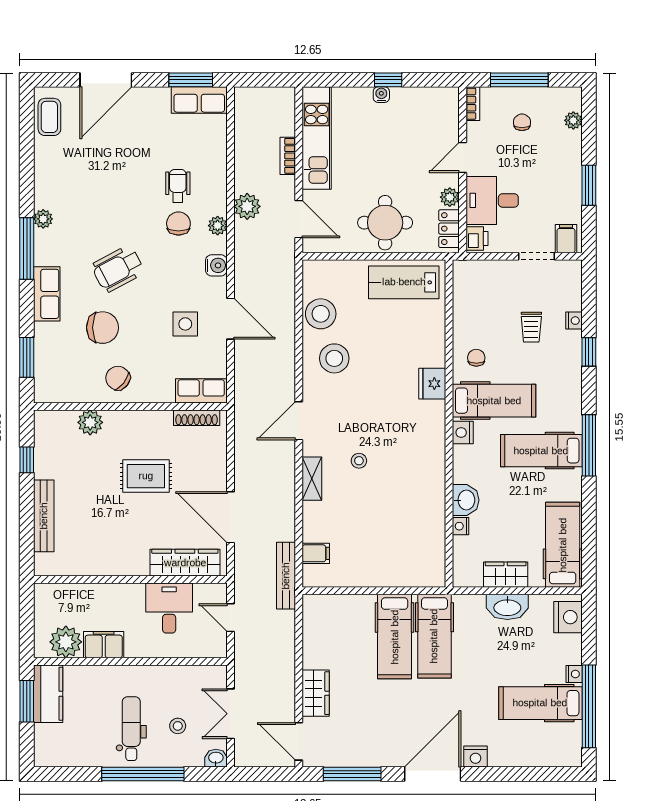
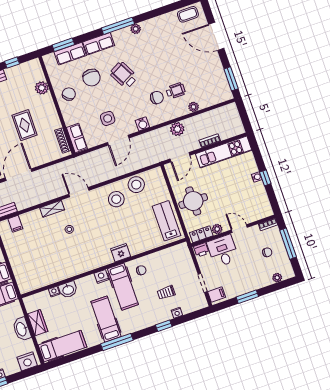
row of seats: (199, 100) -> (70, 54), moved, turned -90
plant: (218, 226) -> (194, 107), moved

